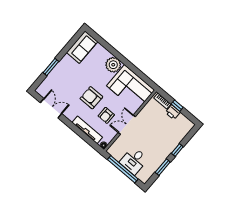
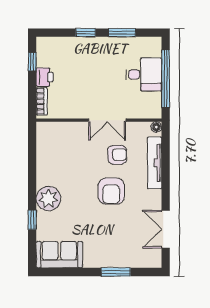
window: (110, 48) -> (32, 220), added
corner sofa: (131, 88) -> (59, 153), removed
window: (177, 106) -> (32, 62), moved

